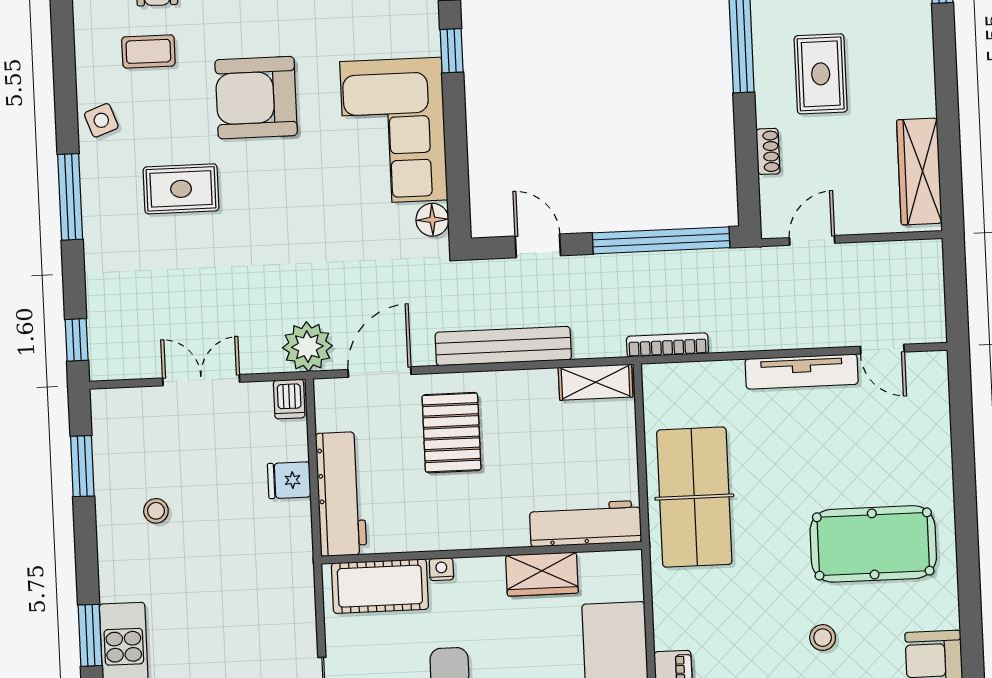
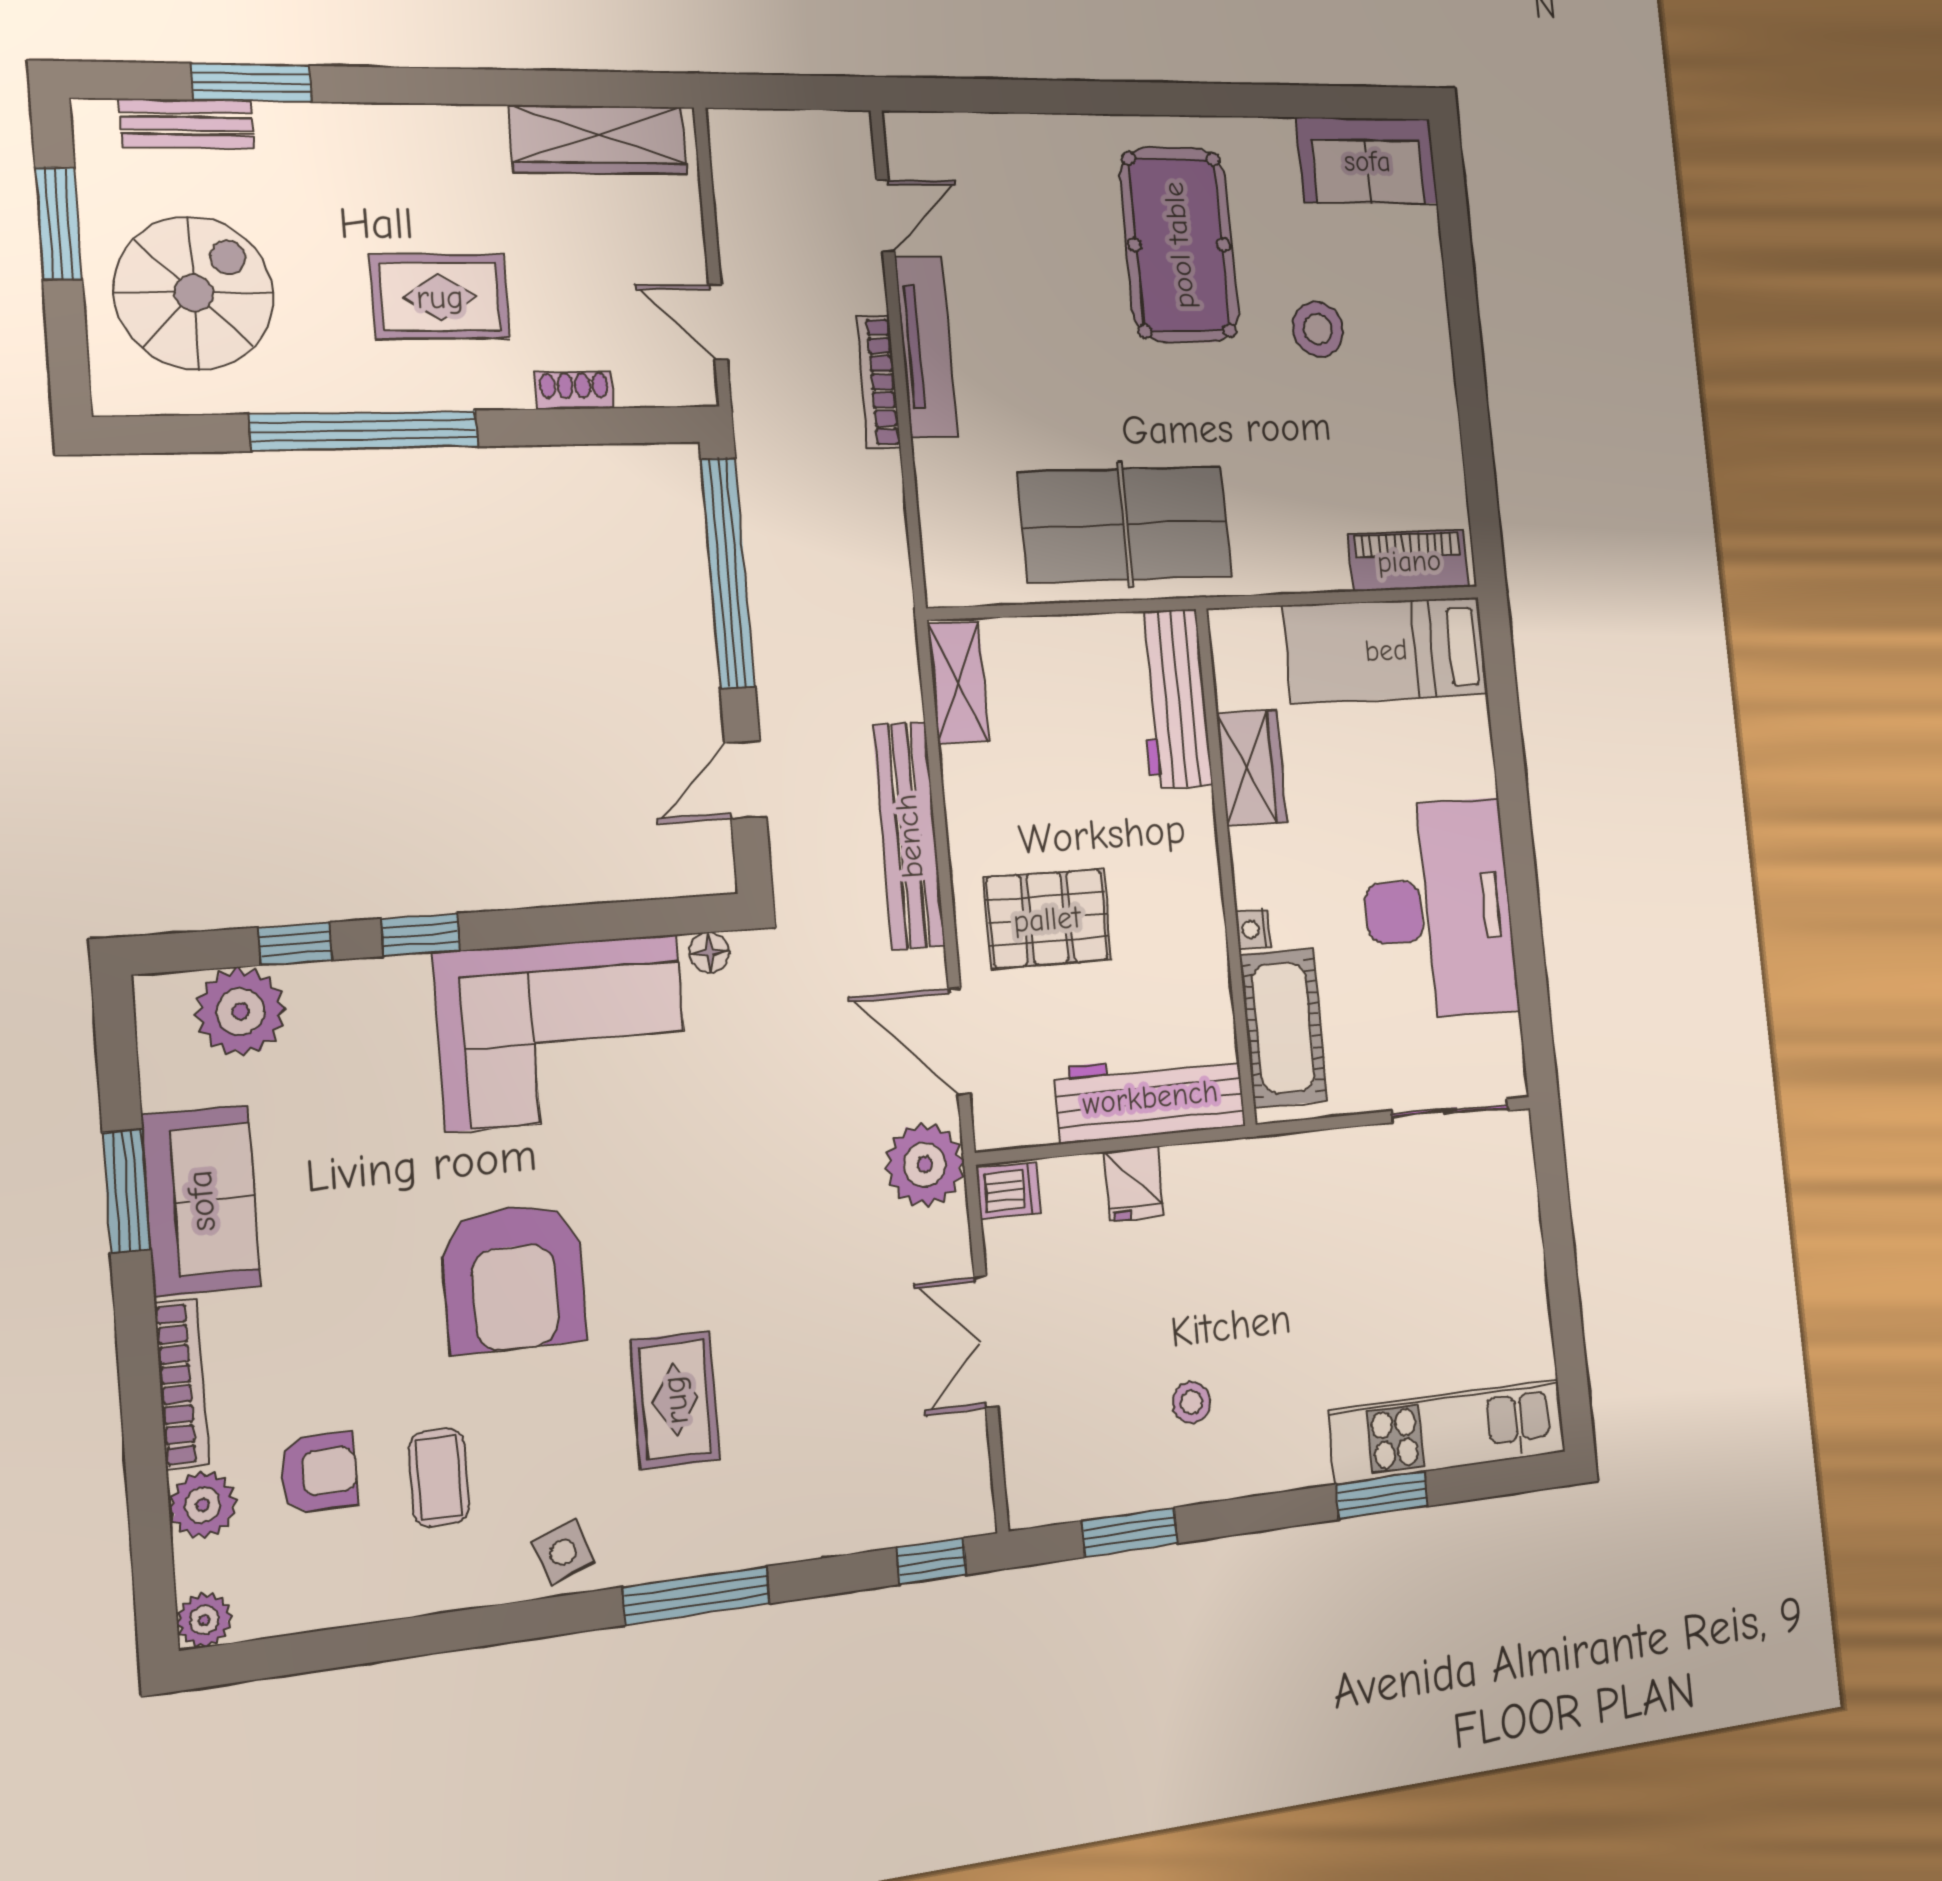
floor lamp: (432, 220) -> (709, 953), width x0.73, depth x0.73
bookcase: (667, 345) -> (879, 382), moved
stool: (823, 638) -> (1318, 329), width x1.37, depth x1.37

